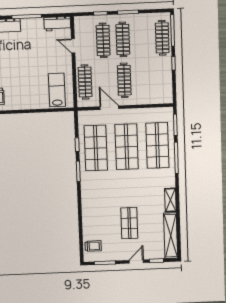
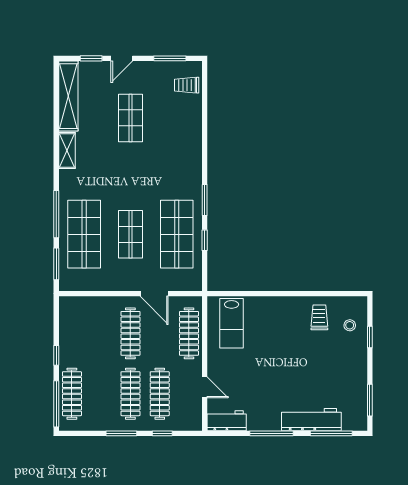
shop shelf: (127, 147) -> (130, 234), width x0.70, depth x0.74

